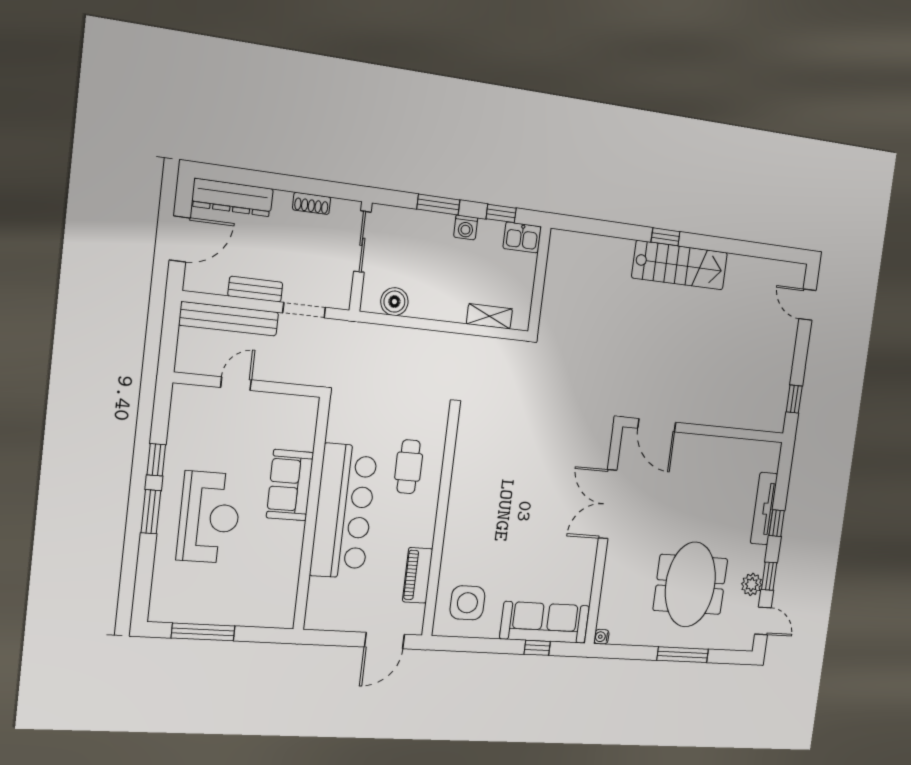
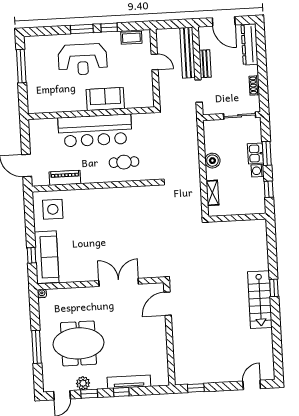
kitchen sink: (522, 237) -> (255, 153), moved
boiler: (394, 302) -> (212, 161), moved
coffee table: (183, 420) -> (131, 38), added

